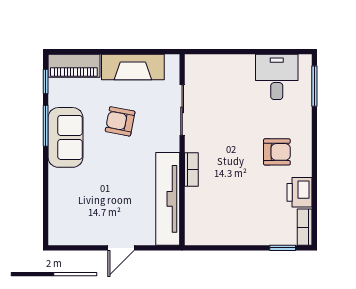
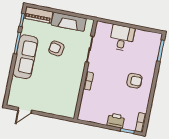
desk: (277, 77) -> (122, 38), moved
sofa: (65, 137) -> (25, 57), width x1.36
printer: (300, 192) -> (116, 121), moved, turned 90
tv unit: (168, 199) -> (73, 94), removed
door: (121, 248) -> (25, 110), moved

